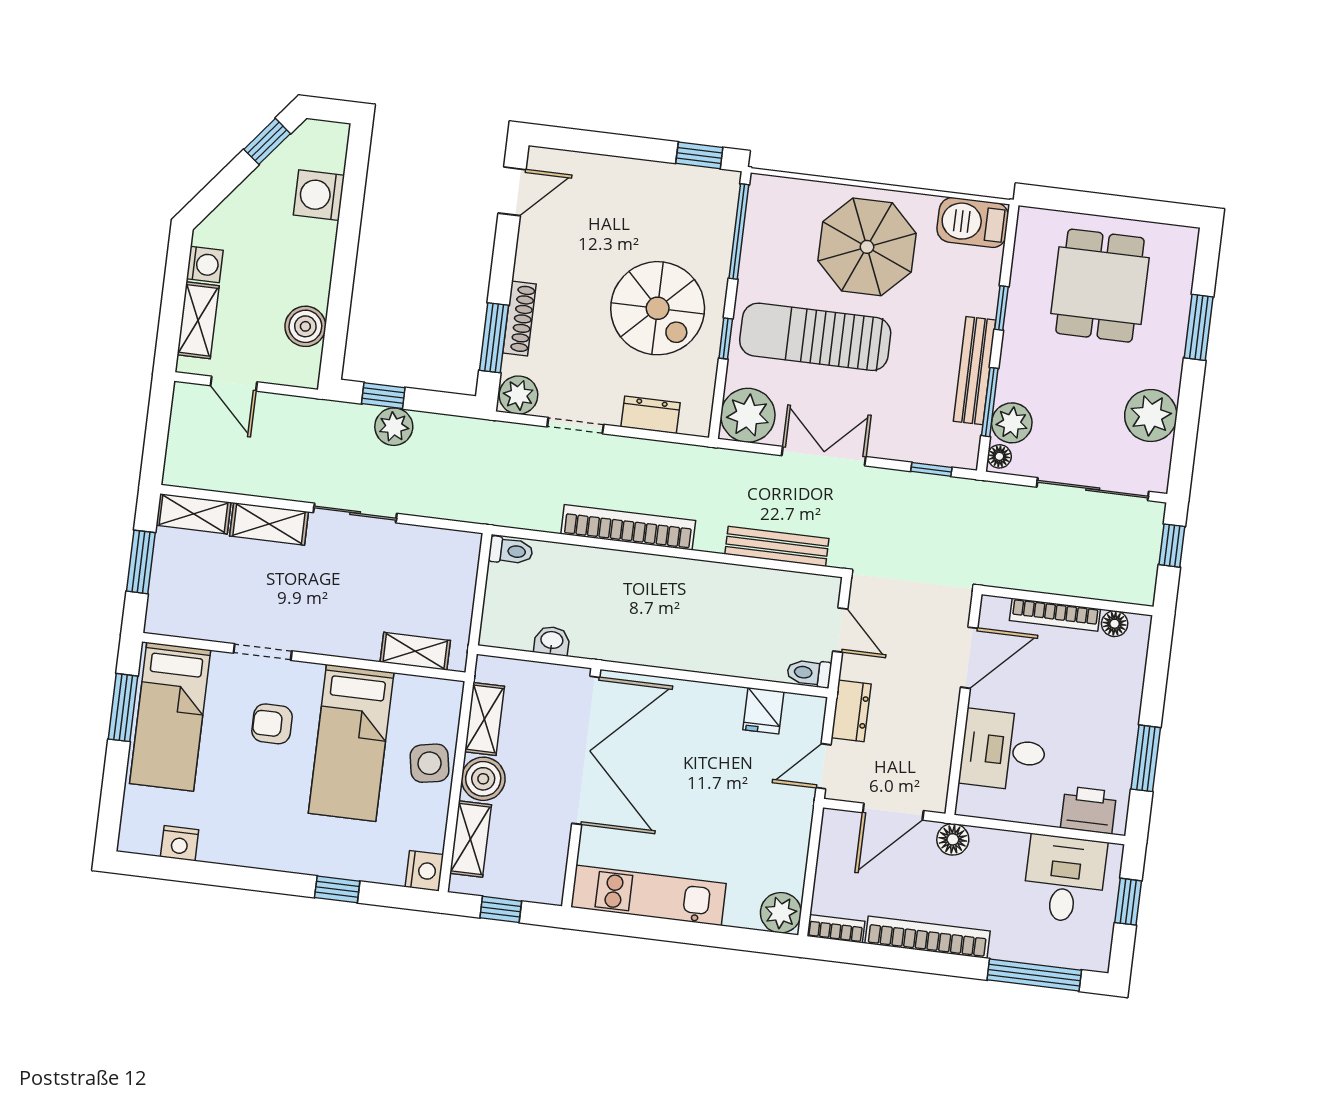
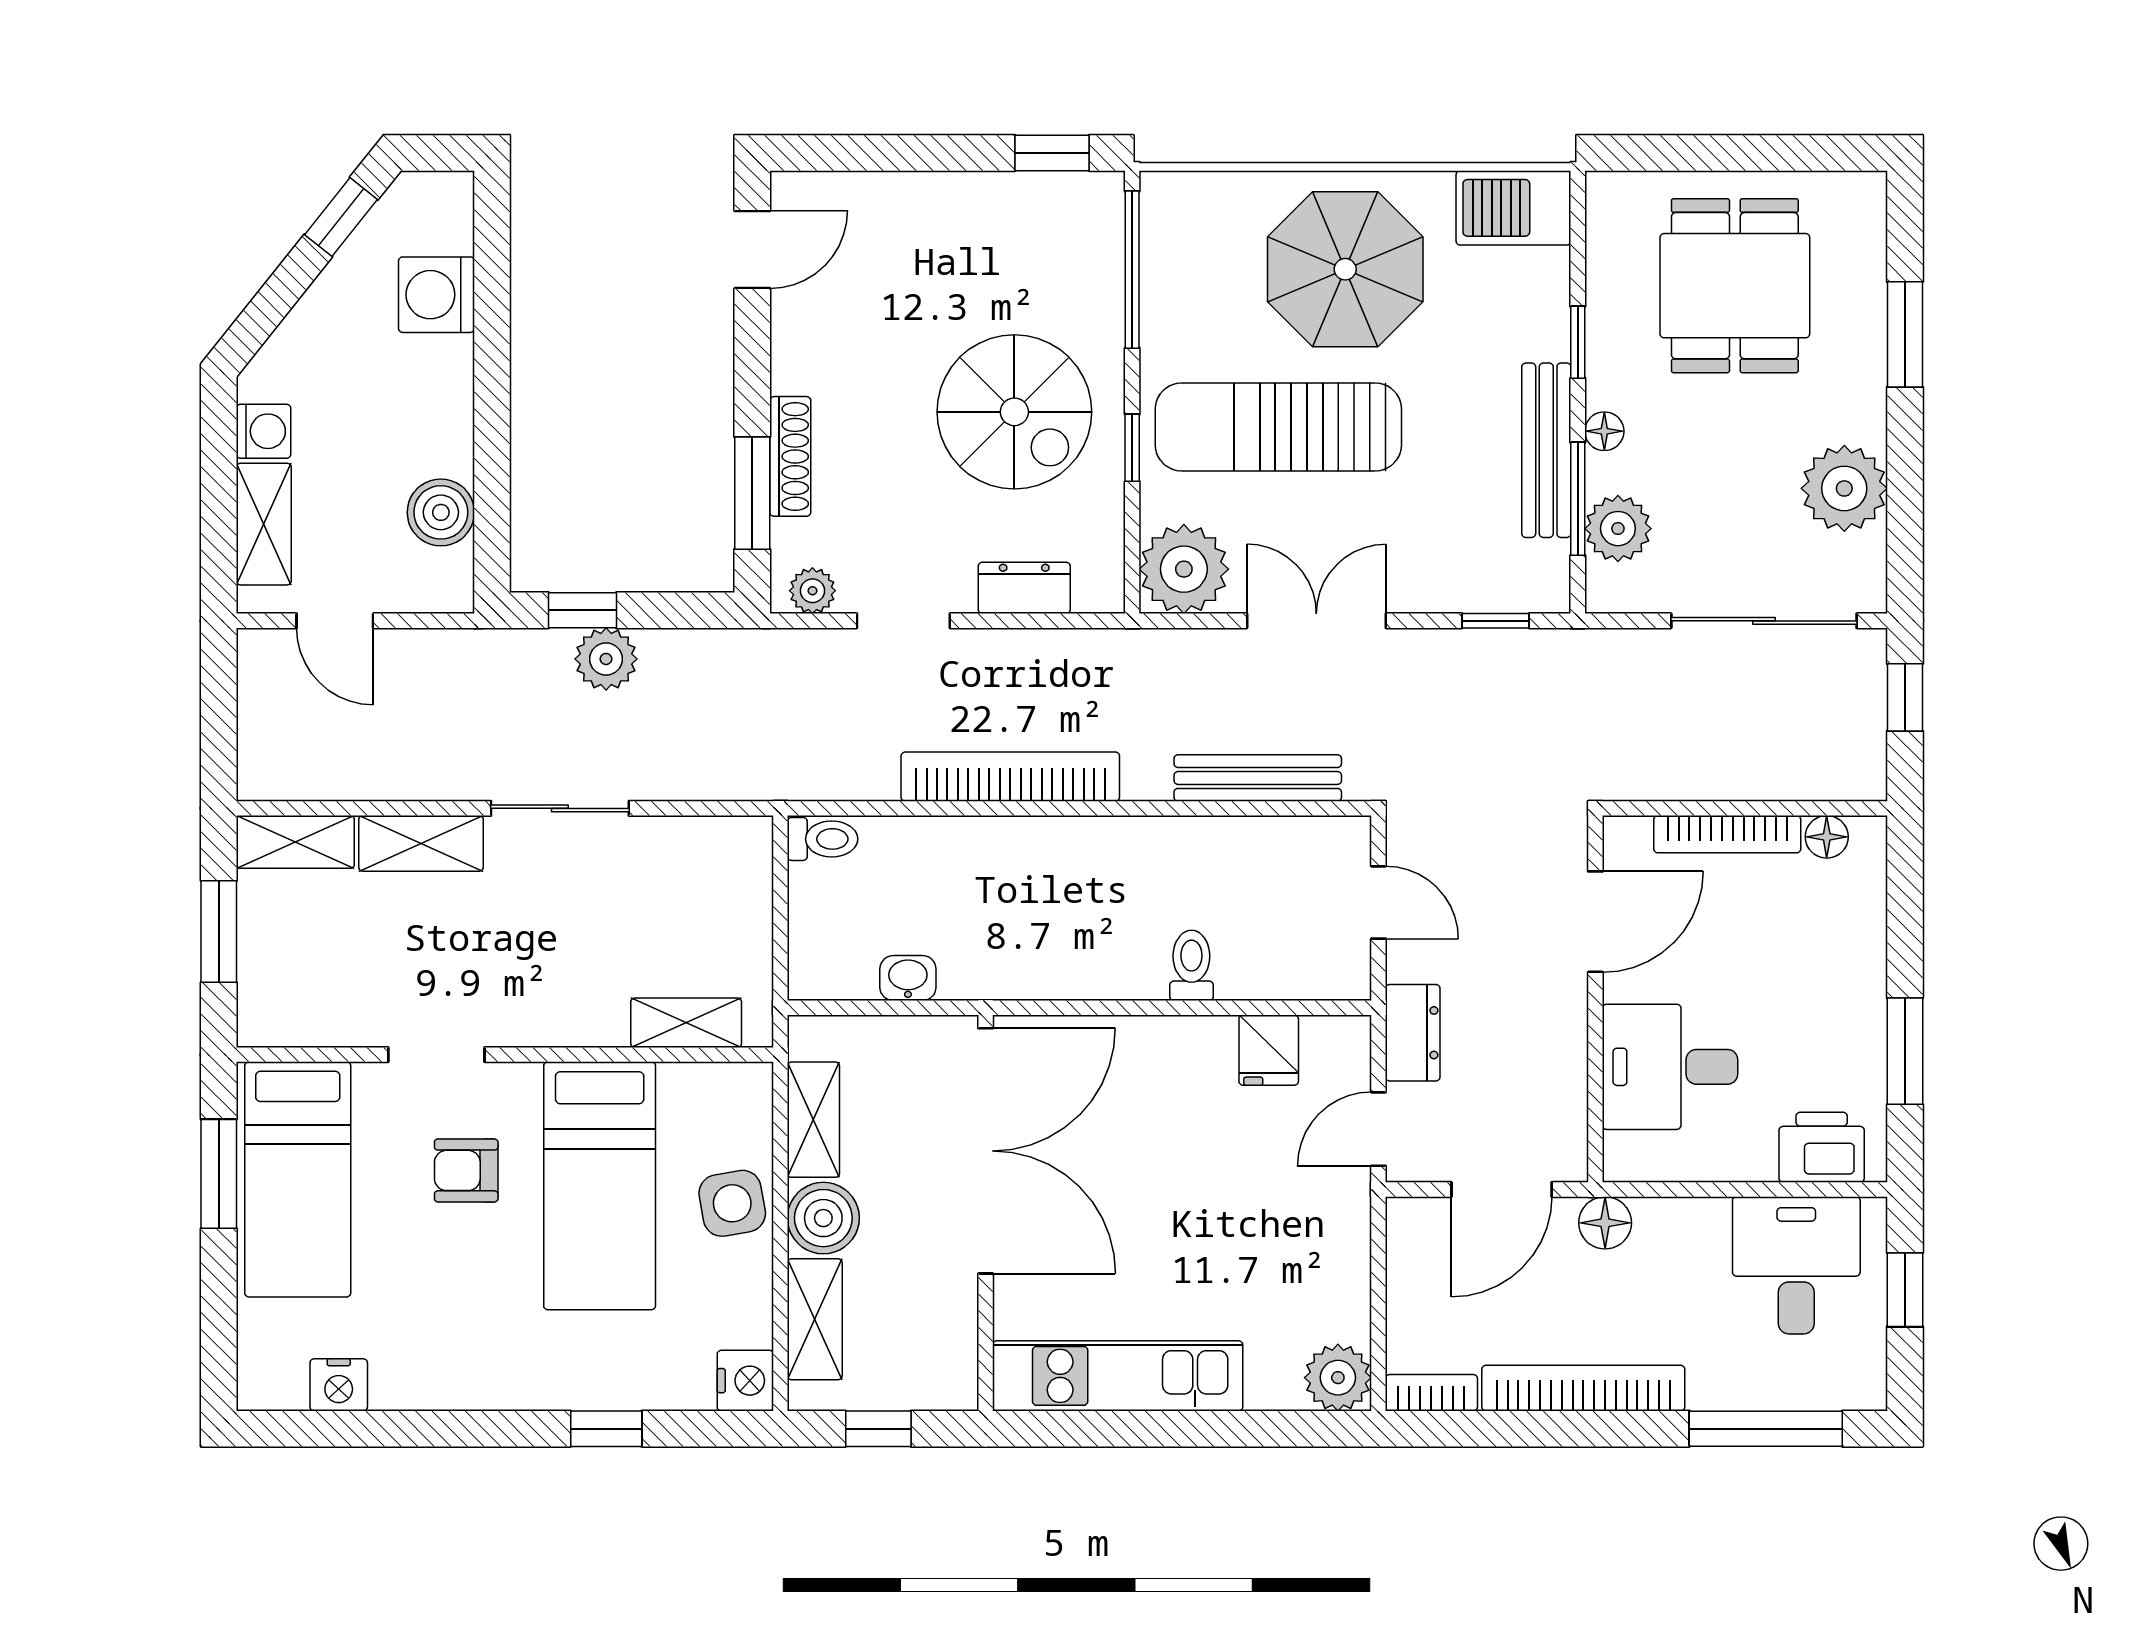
plant: (518, 395) -> (812, 591), width x0.73, depth x0.73
floor lamp: (999, 456) -> (1604, 431), moved
toilet: (809, 673) -> (1191, 965), moved, turned 90

